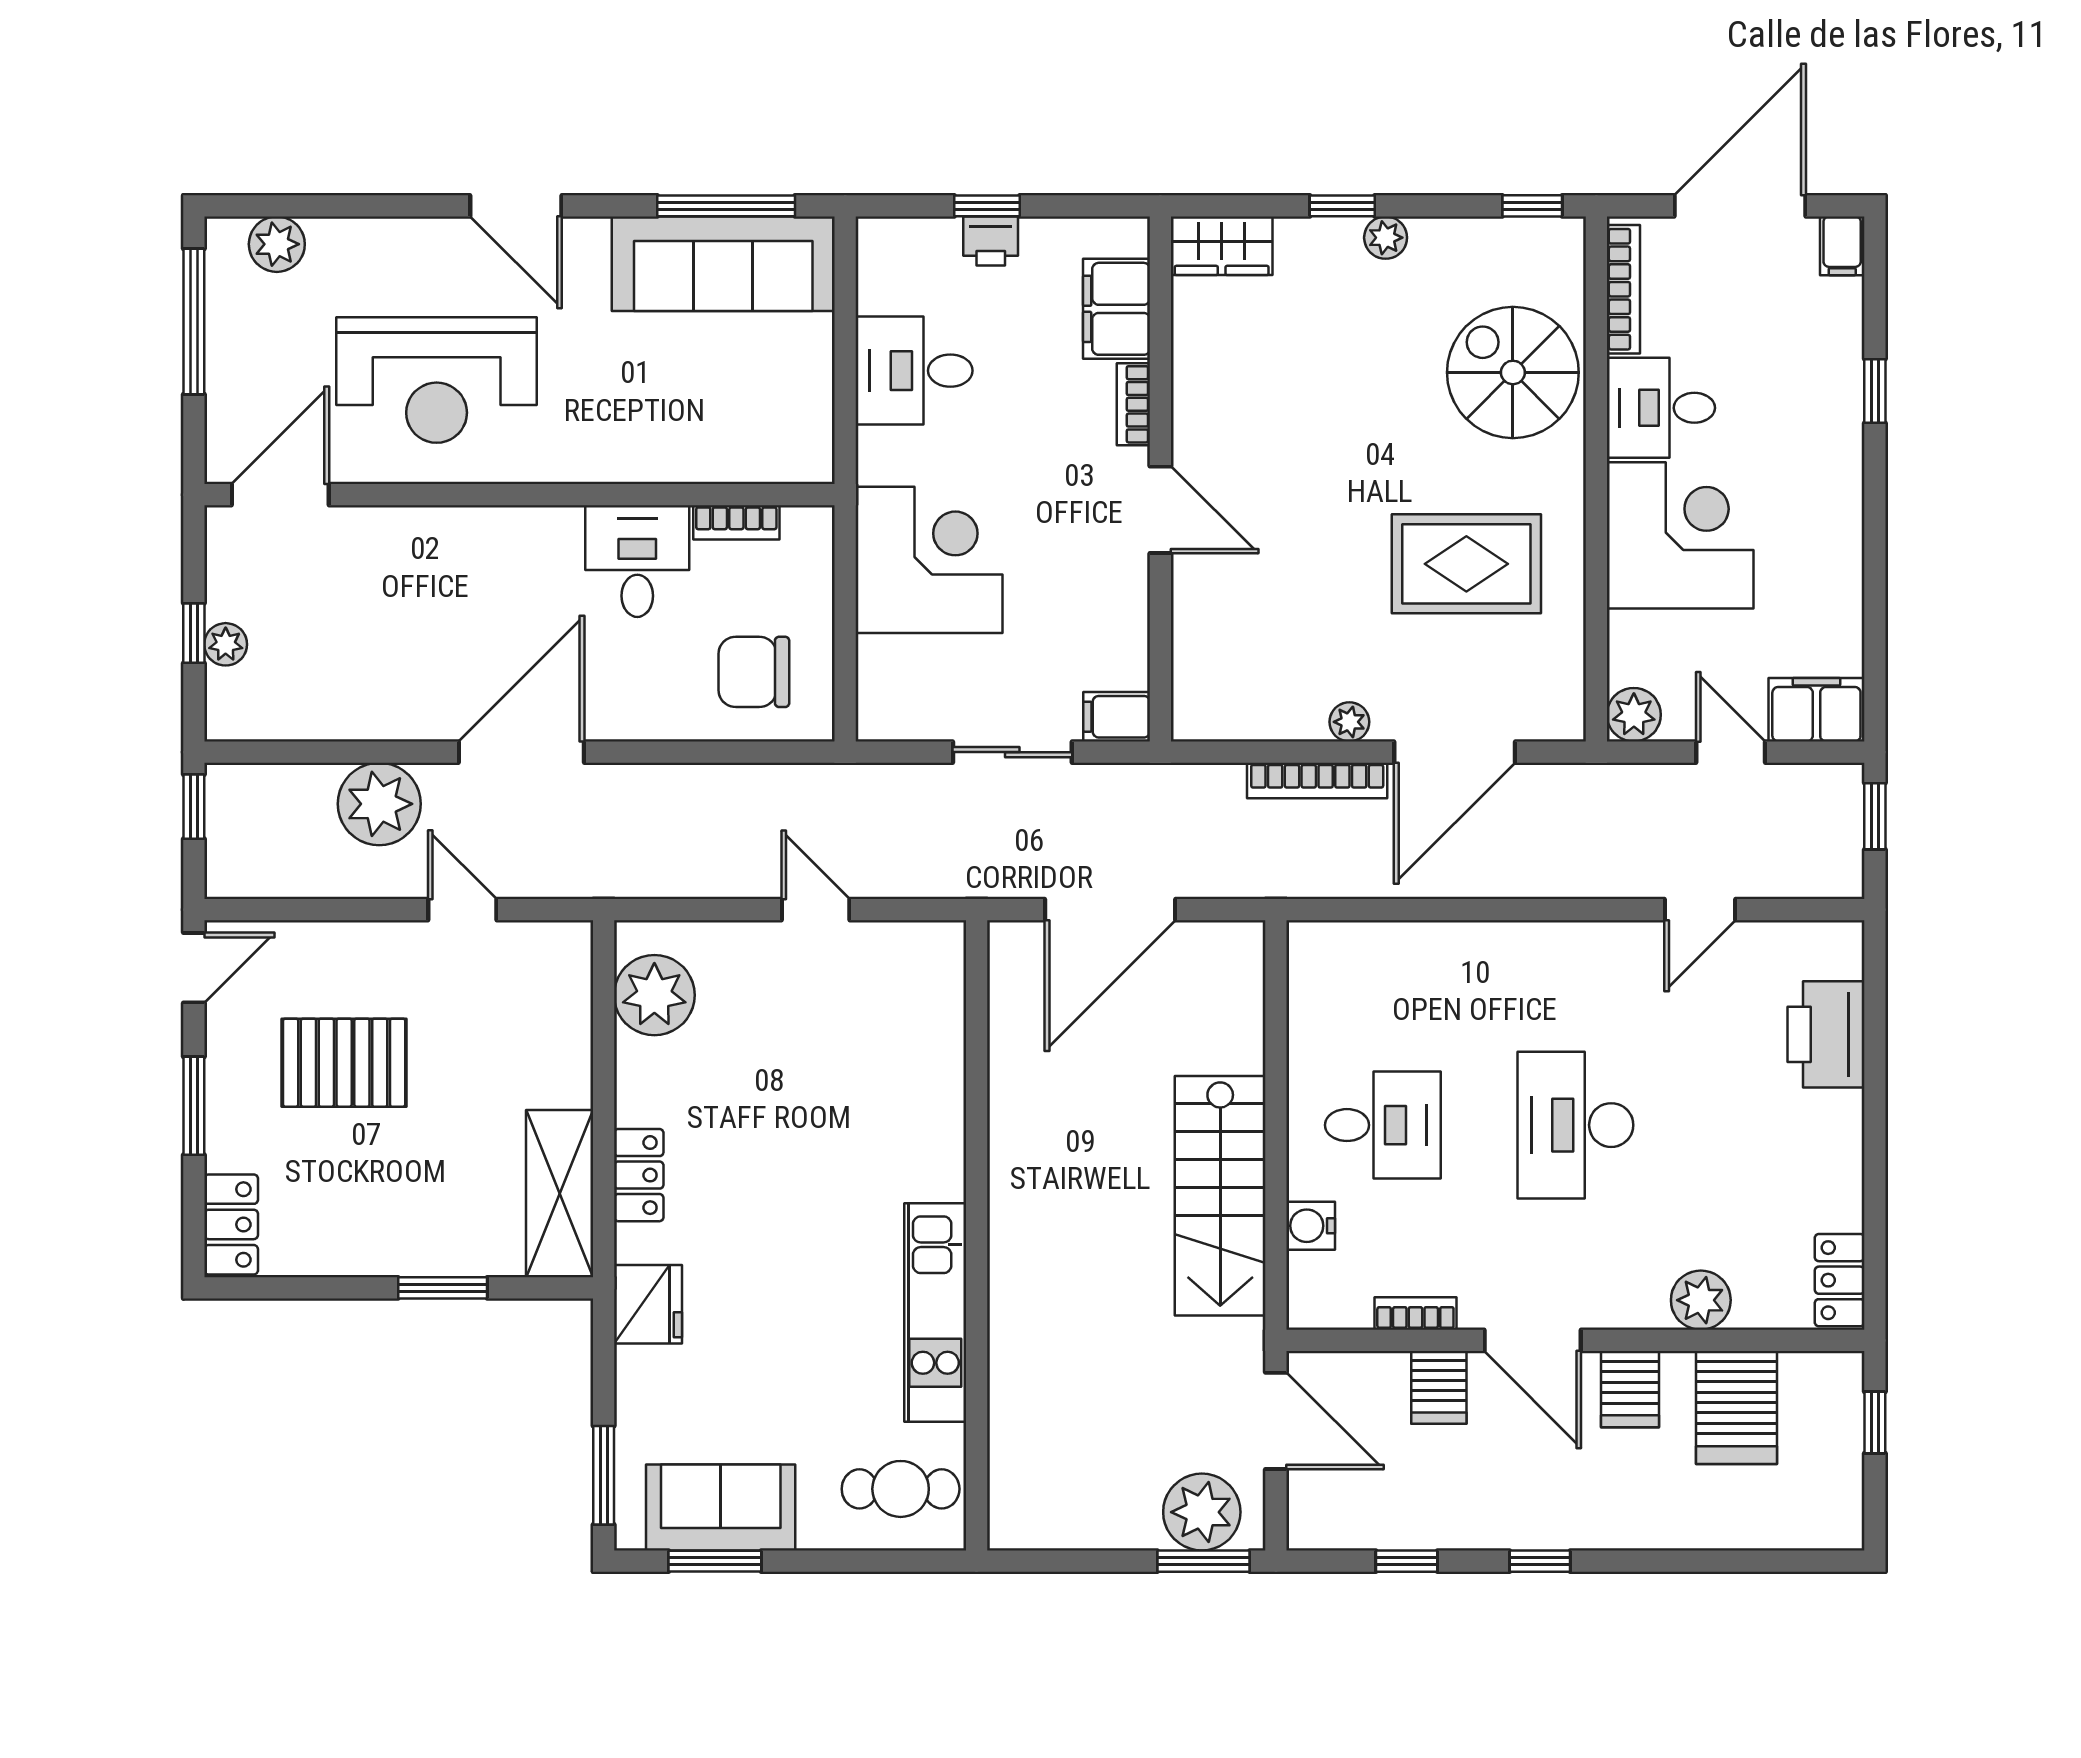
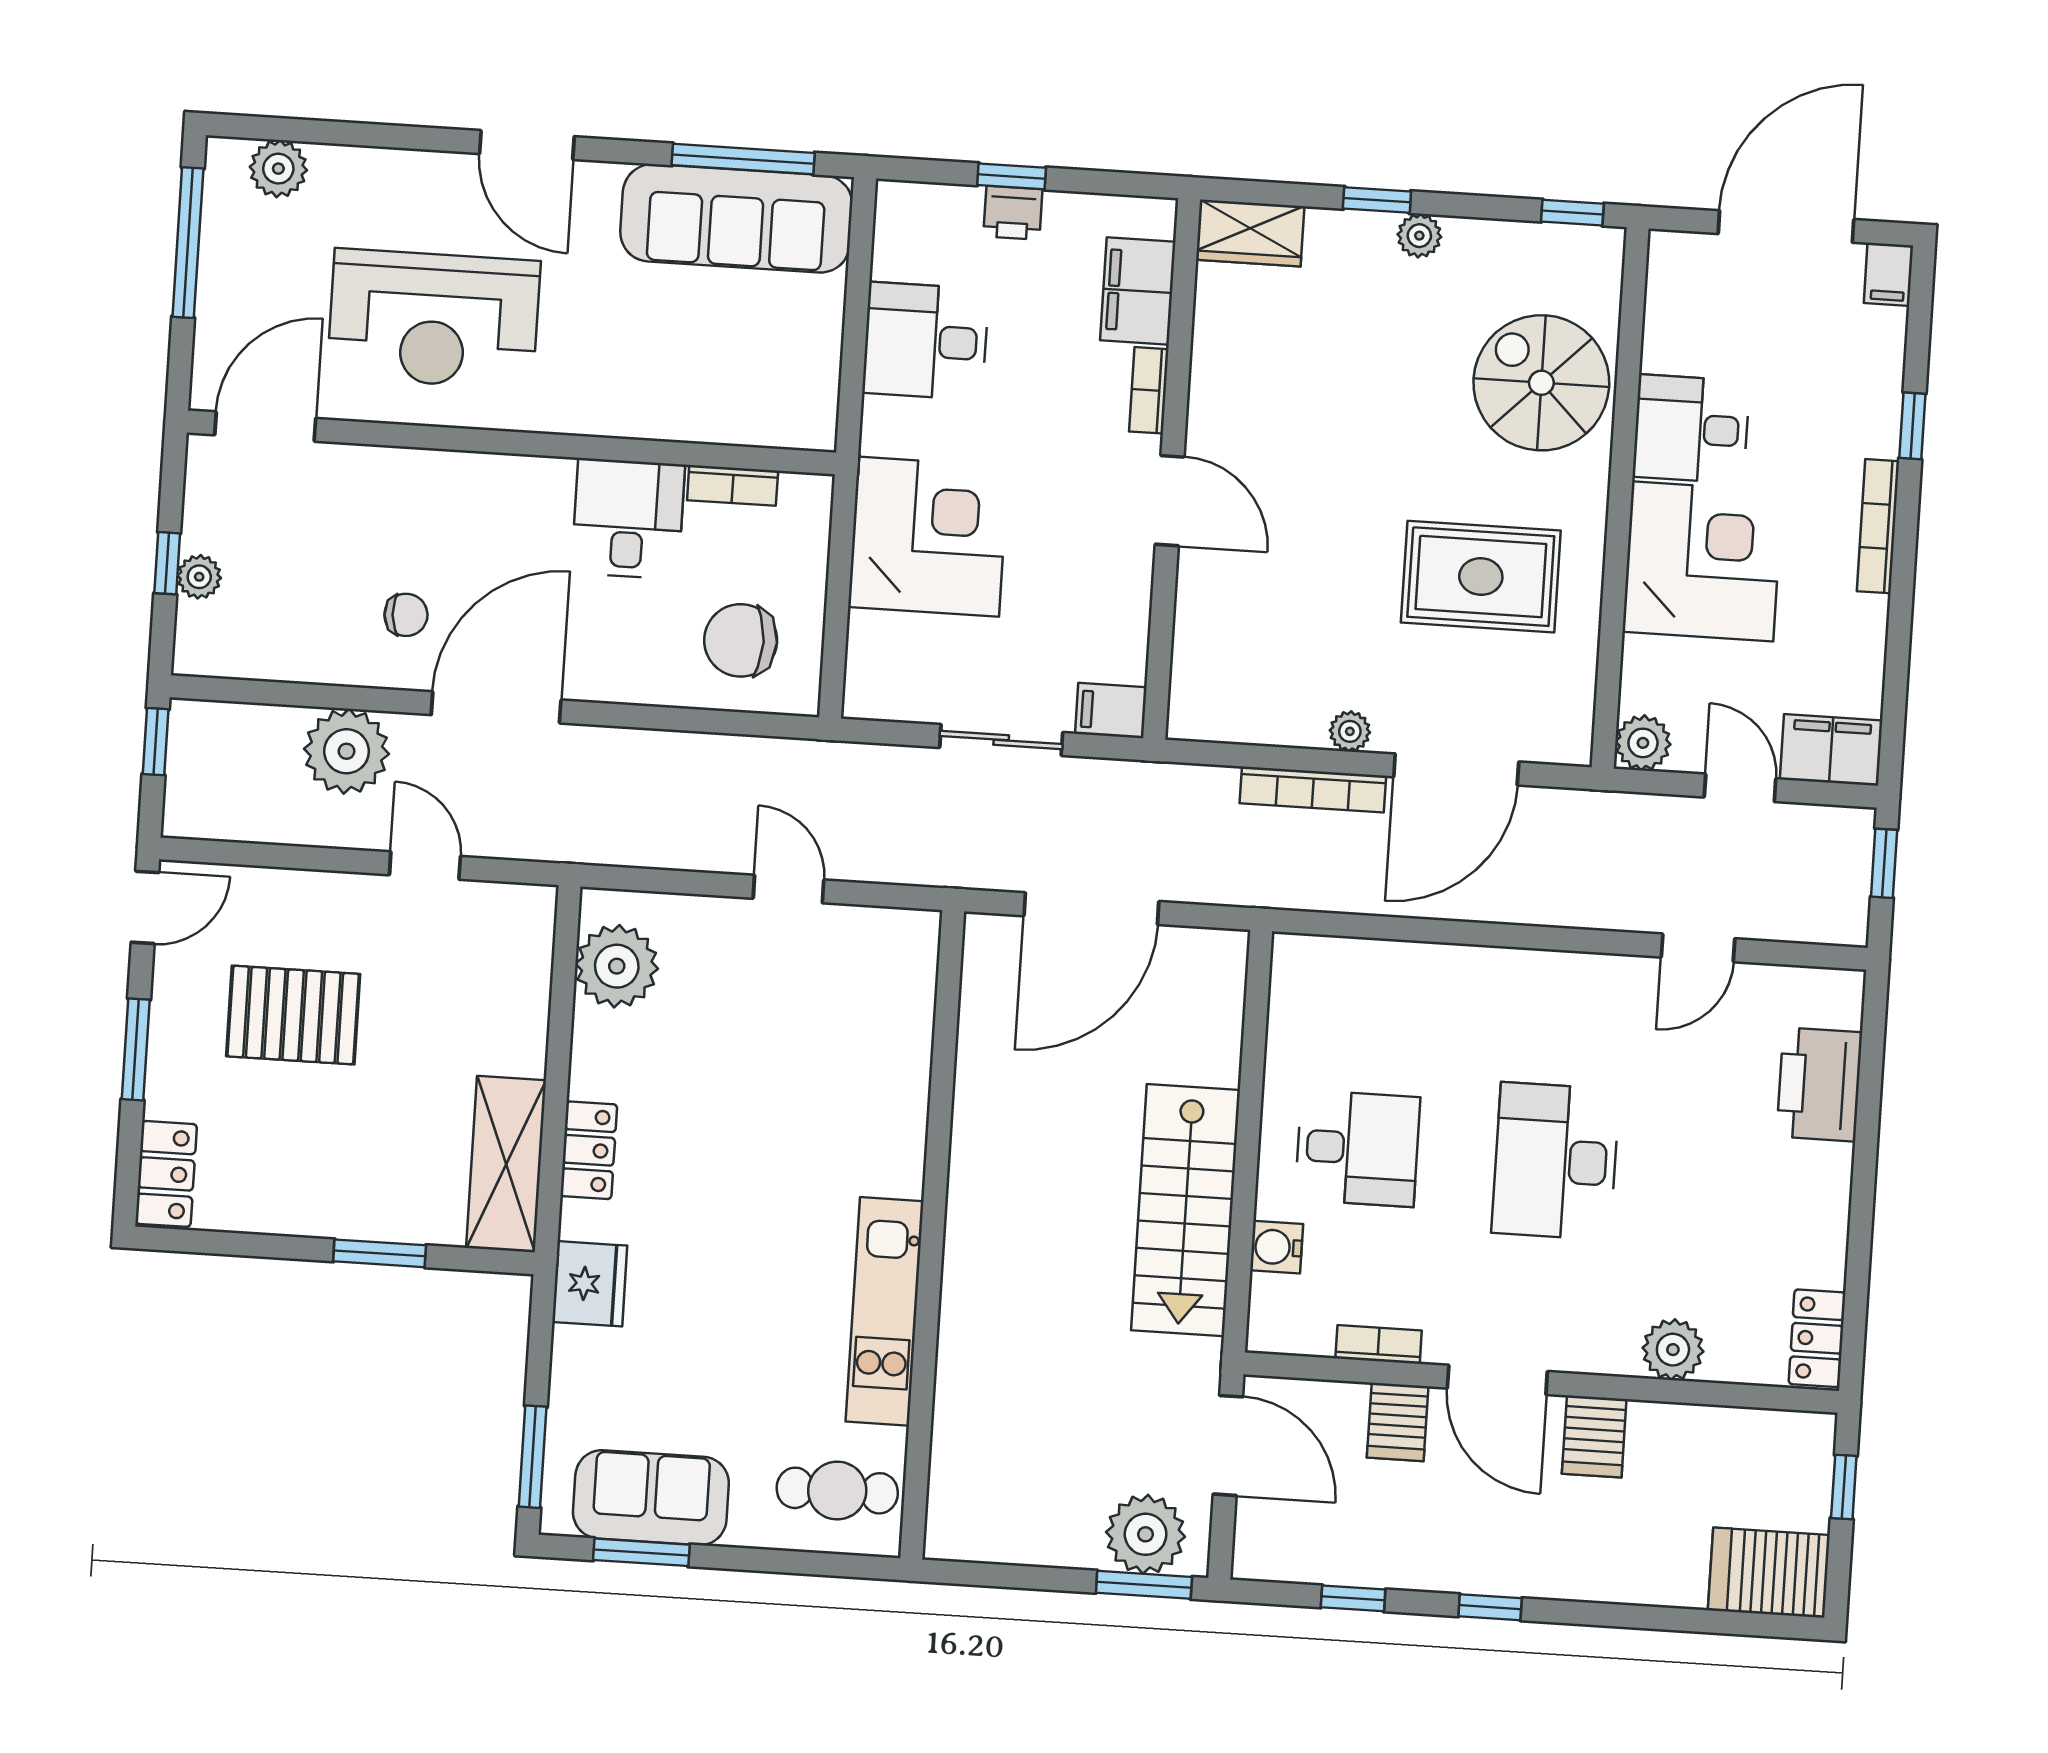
bookcase: (1623, 289) -> (1878, 526), moved, turned 180
chair: (428, 668) -> (406, 615), added
server rack: (1737, 1408) -> (1769, 1573), moved, turned 90

